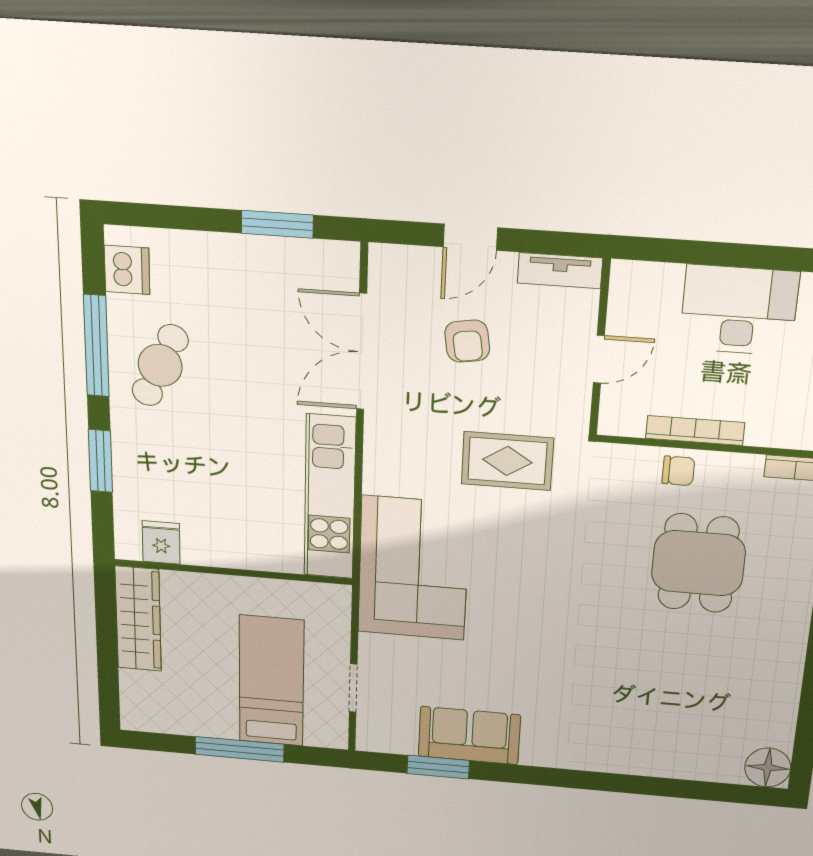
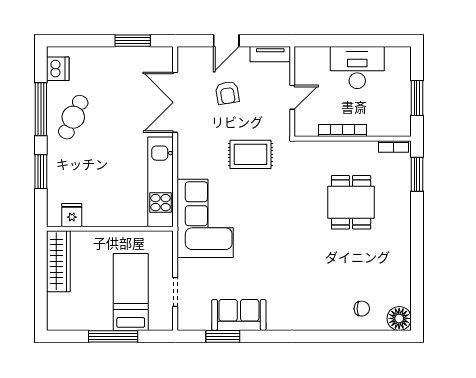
chair: (678, 471) -> (362, 309), moved

